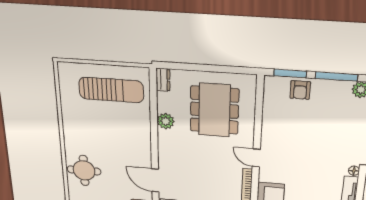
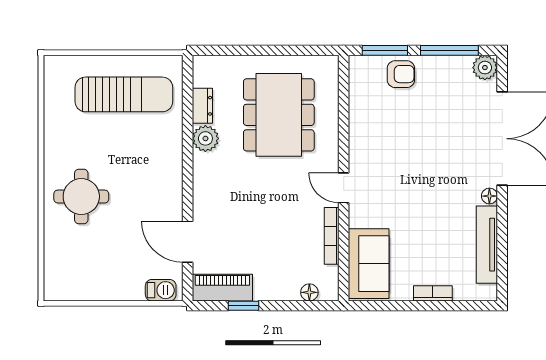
dresser: (163, 80) -> (202, 106), moved
armchair: (300, 90) -> (401, 74), turned -90
round table: (84, 170) -> (81, 197), moved

